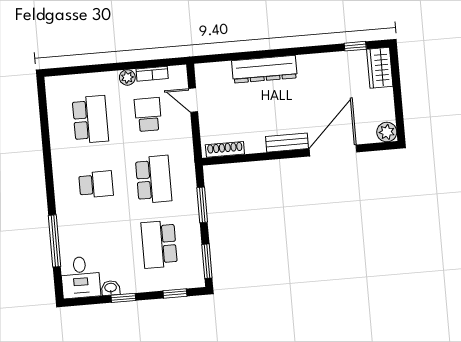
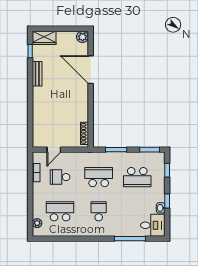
dresser: (264, 69) -> (39, 106), removed
plant: (127, 77) -> (37, 223), moved
bench: (287, 143) -> (37, 74), moved

